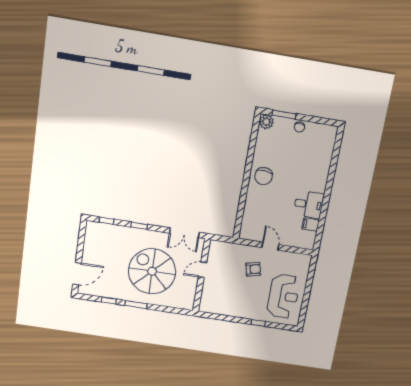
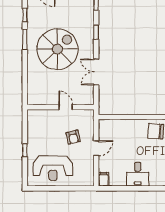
filing cabinet: (311, 225) -> (104, 179), moved
door: (202, 270) -> (66, 107), moved
wall: (202, 275) -> (61, 107), moved

